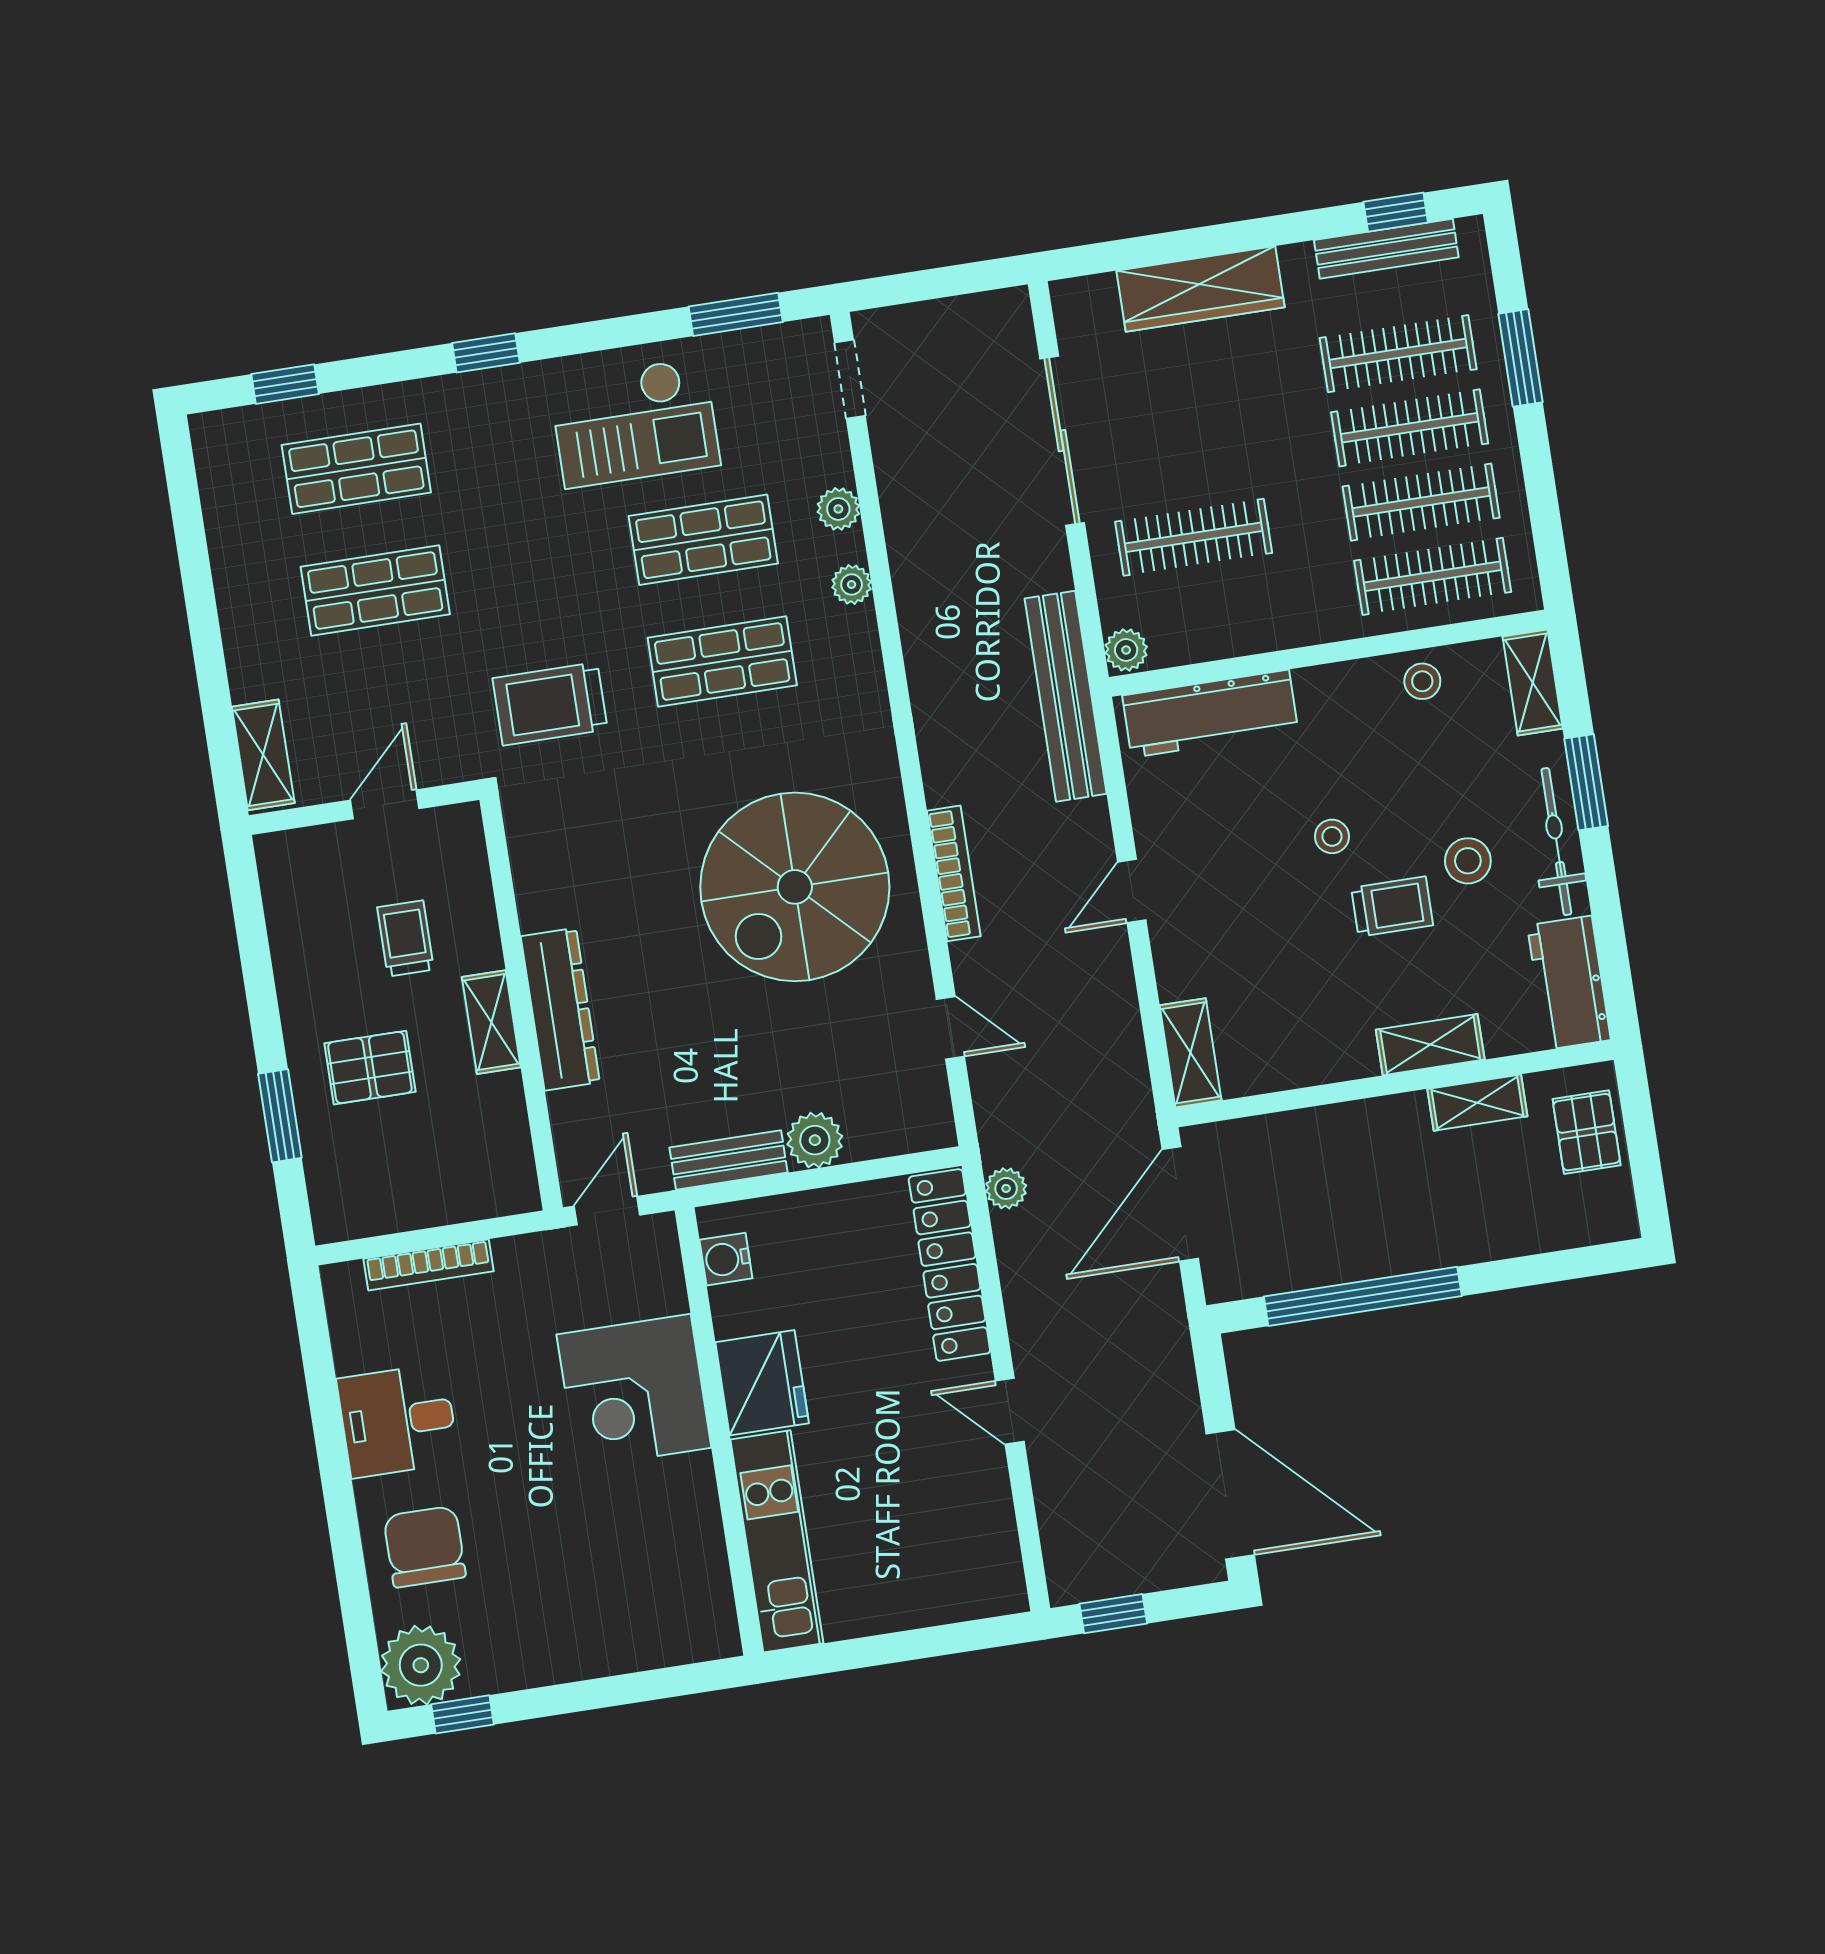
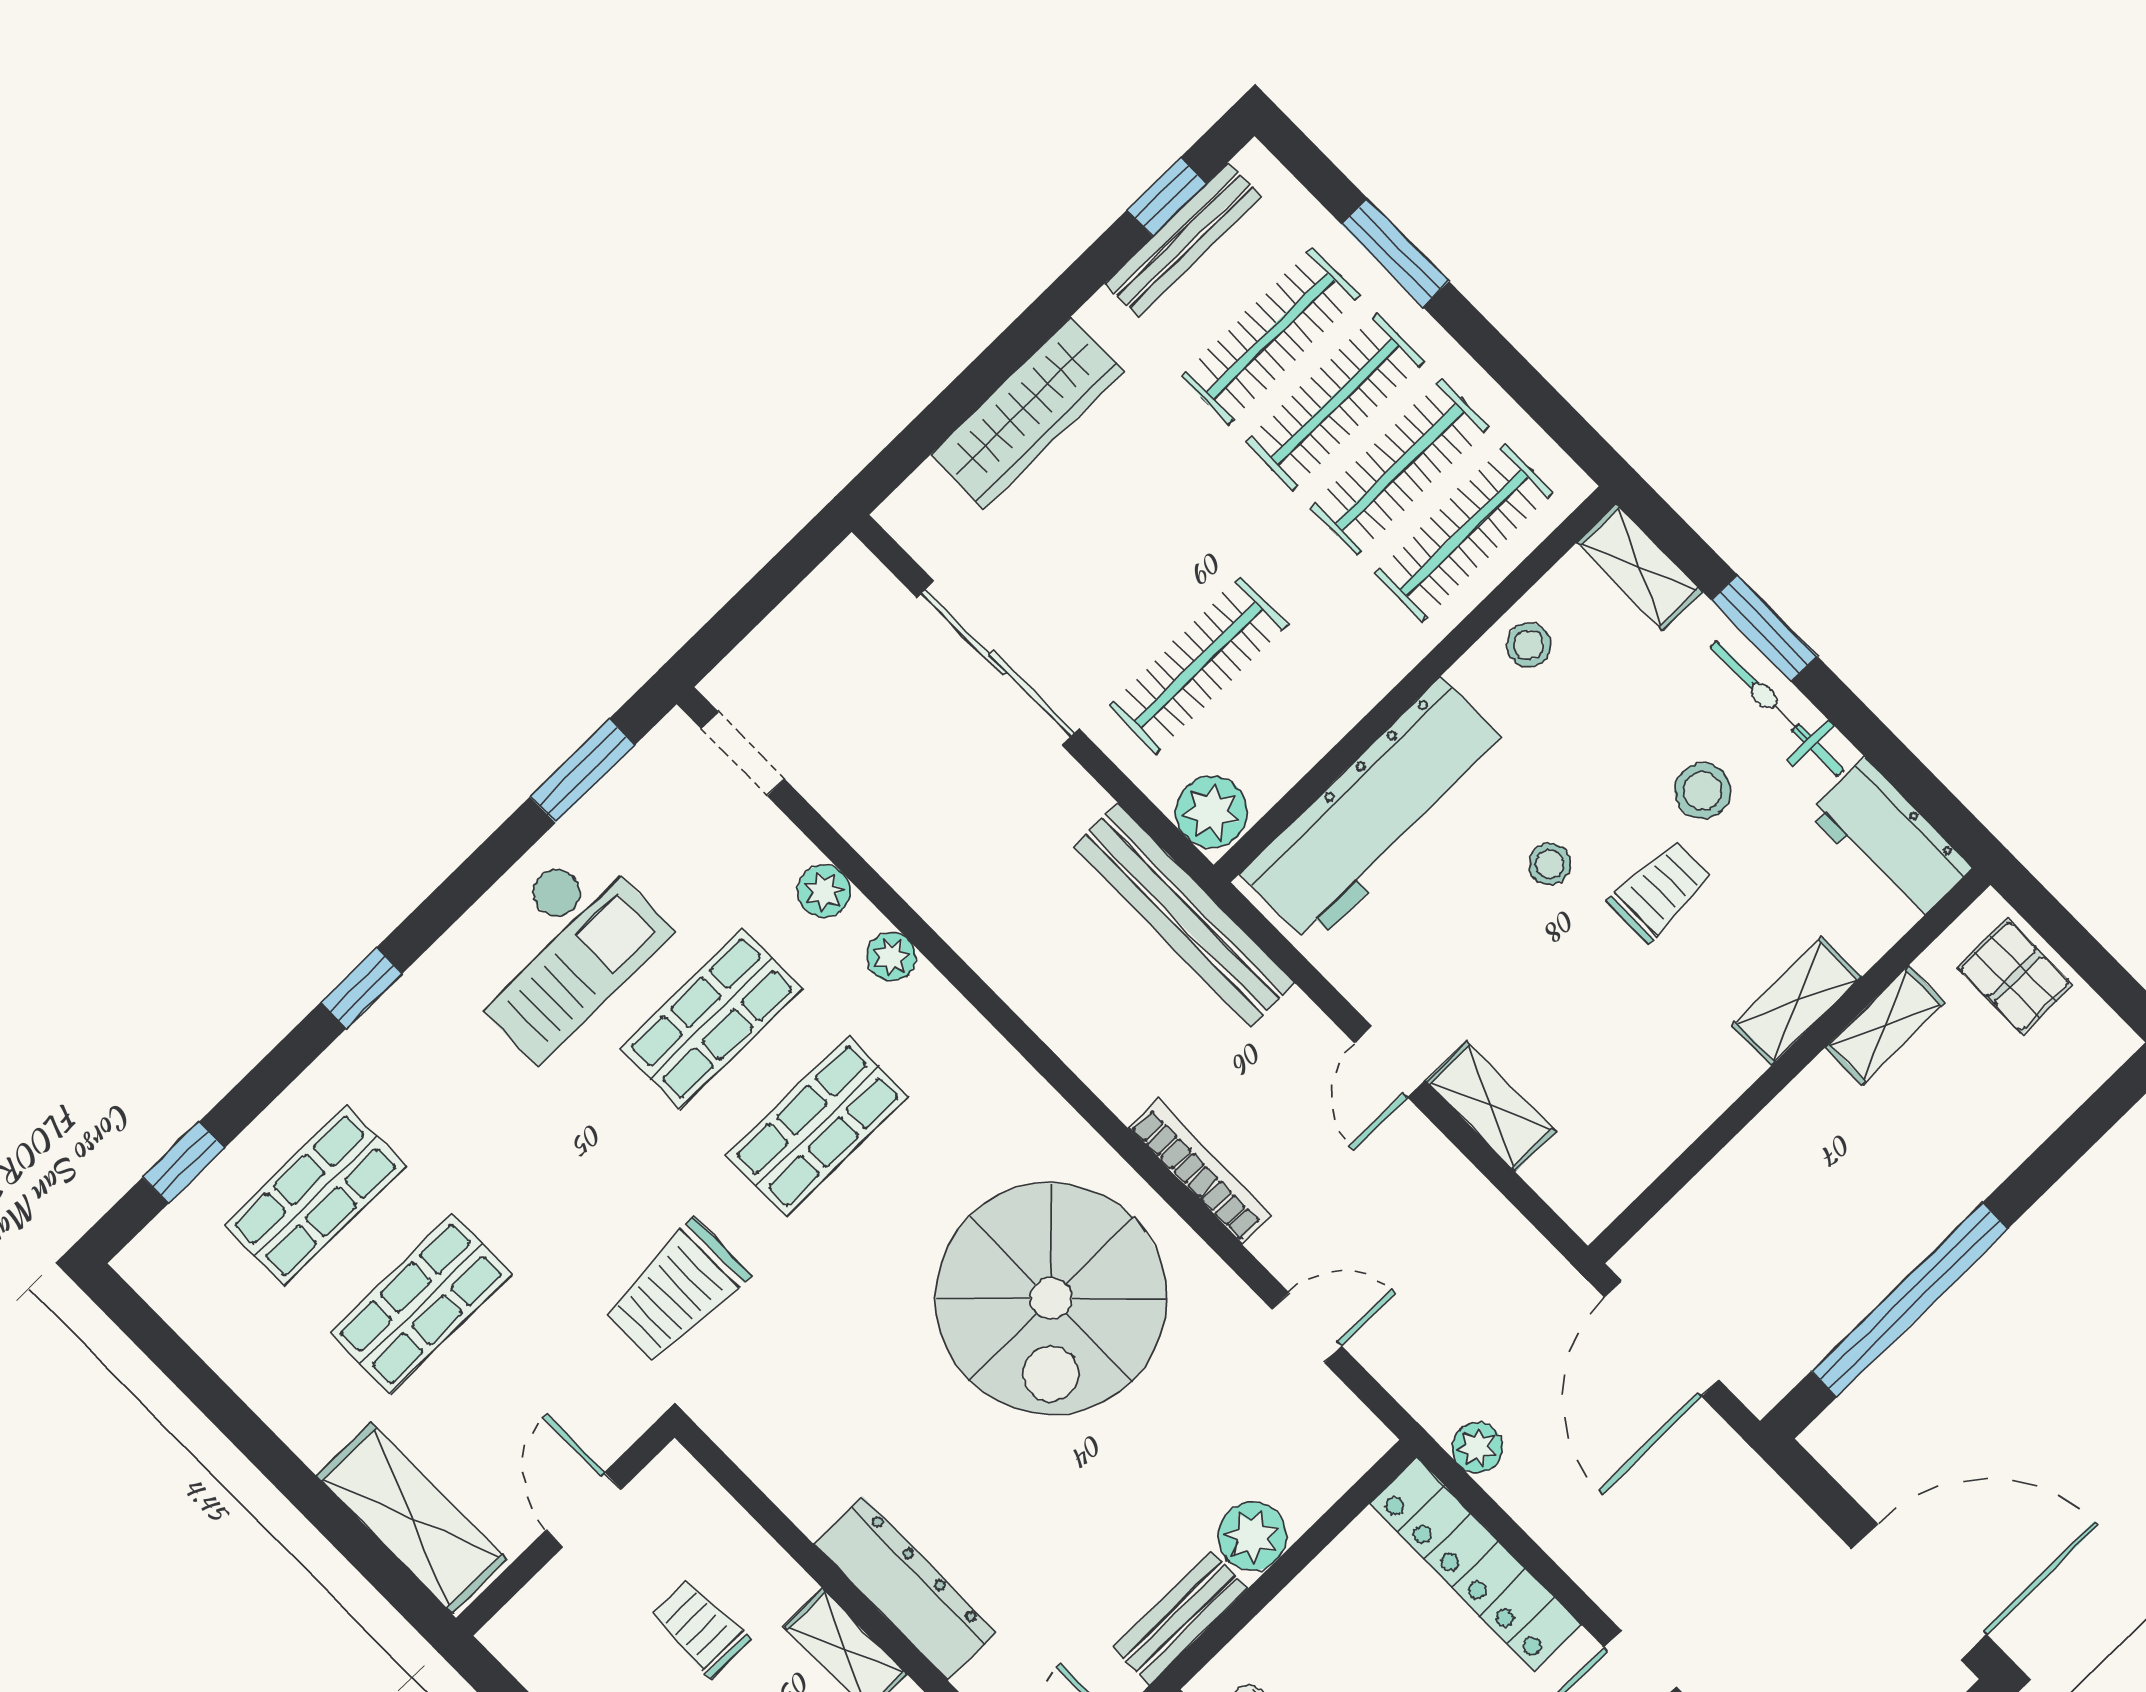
plant: (1126, 650) -> (1212, 812), width x1.38, depth x1.38
workbench: (1210, 714) -> (1376, 811), width x1.36, depth x1.32
shelving: (263, 755) -> (412, 1518), width x1.50, depth x1.33
shelving: (1191, 1053) -> (1491, 1106), moved

